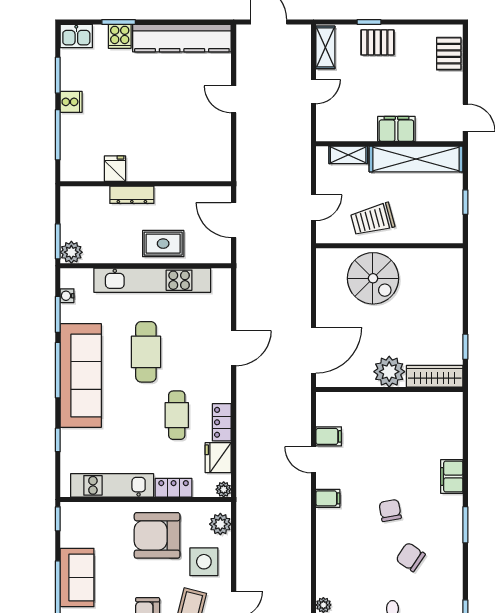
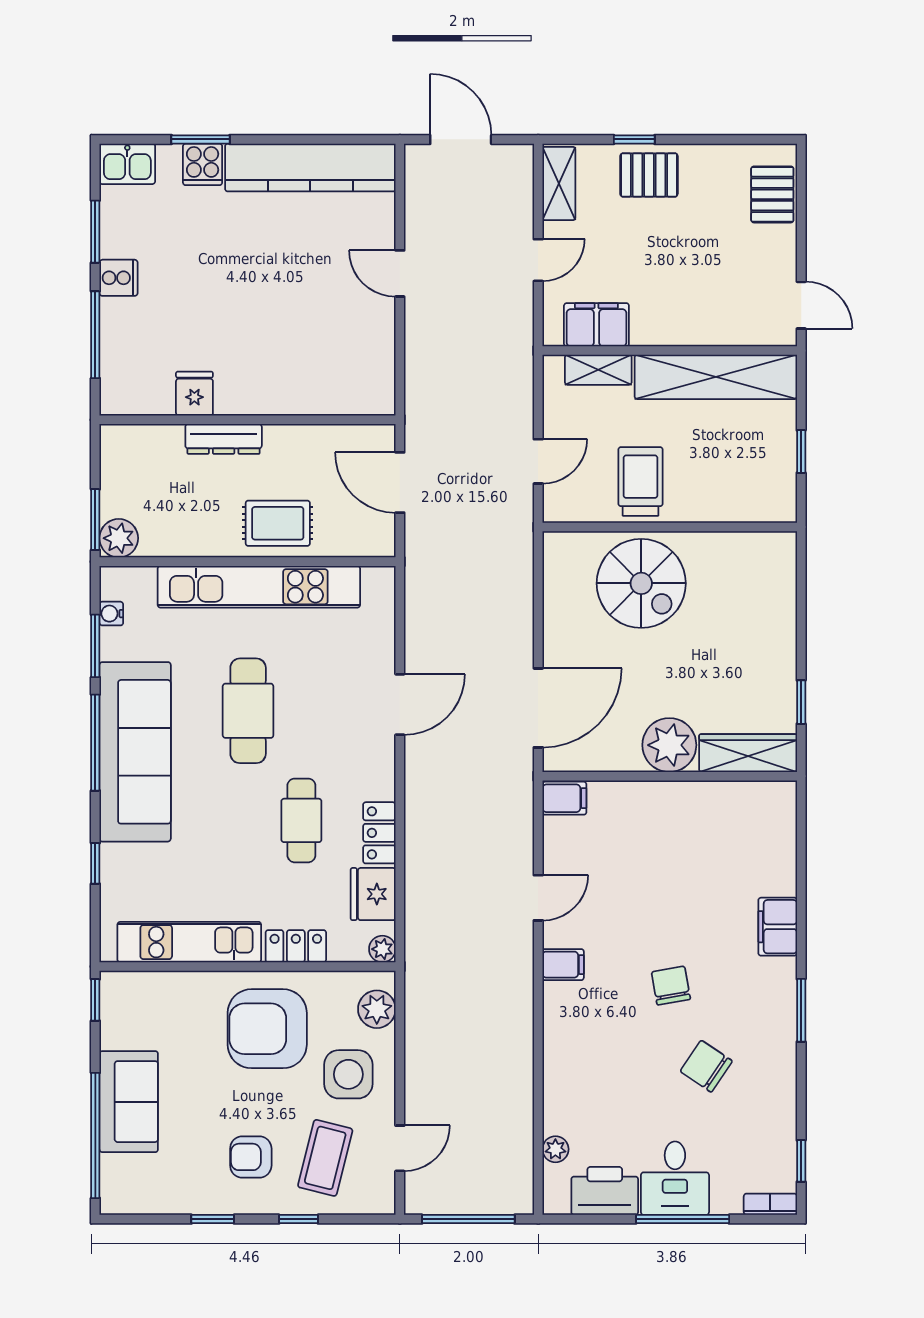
filing cabinet: (396, 129) -> (596, 325), moved
trolley: (373, 219) -> (641, 481), turned 105
filing cabinet: (329, 436) -> (564, 798), moved
door: (314, 460) -> (538, 898), swing flipped

